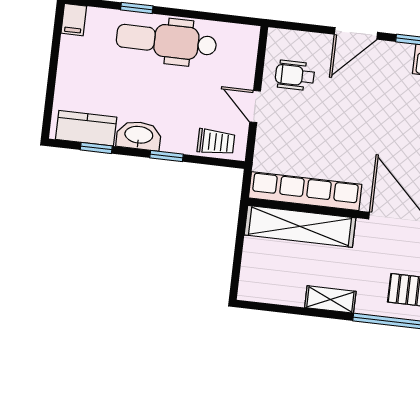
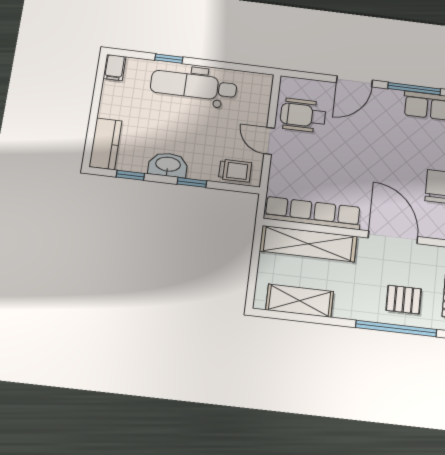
wheelchair: (295, 75) -> (303, 115), width x1.36, depth x1.37
kitchen counter: (86, 128) -> (105, 144), moved, turned 90
shelving: (330, 299) -> (300, 301), moved, width x1.50, depth x1.33

